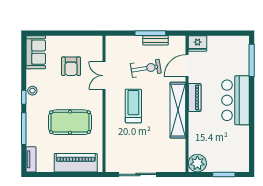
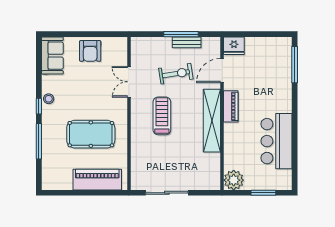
armchair: (71, 66) -> (90, 51), moved
bar counter: (236, 100) -> (277, 141), moved
tv unit: (31, 159) -> (47, 176), removed

